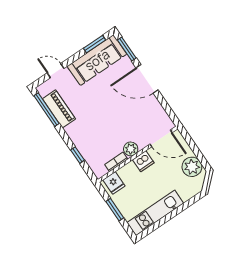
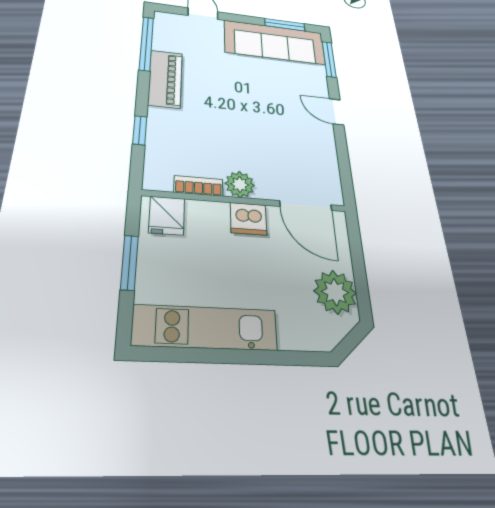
door: (147, 79) -> (337, 112), width x0.53
piano: (59, 109) -> (165, 79), moved

